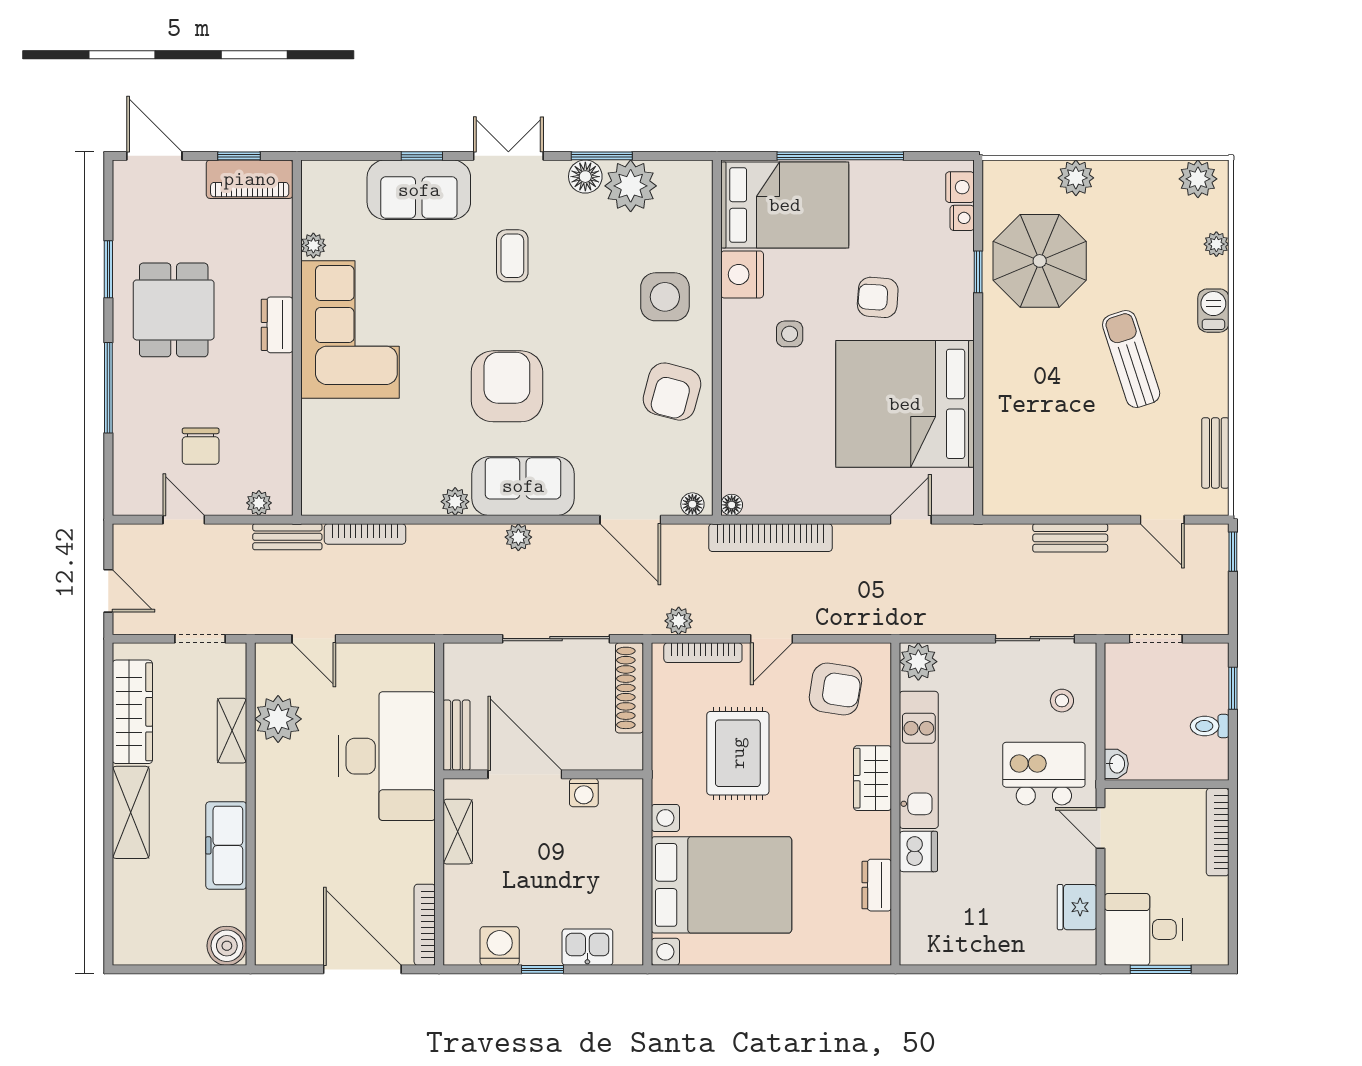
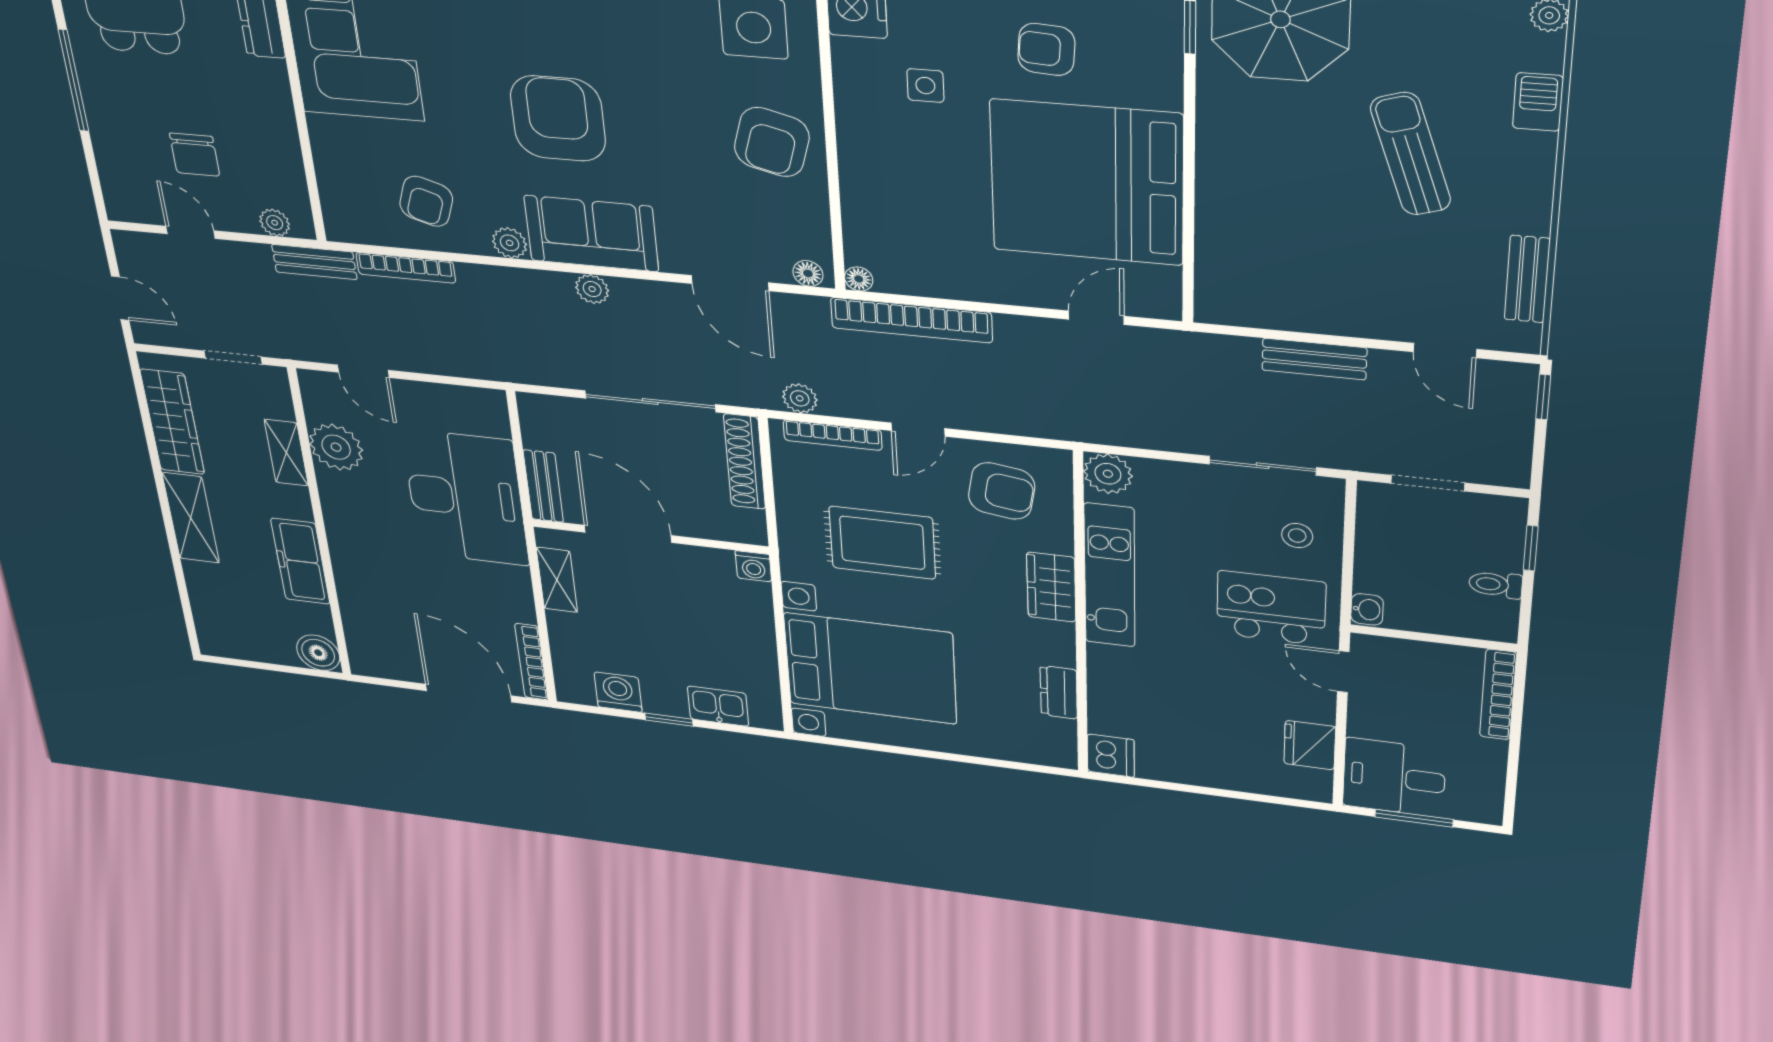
armchair: (391, 470) -> (426, 201), added
rug: (738, 753) -> (882, 543), turned 90
washing machine: (584, 793) -> (753, 566), moved
dishwasher: (918, 851) -> (1111, 756), moved

